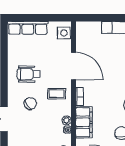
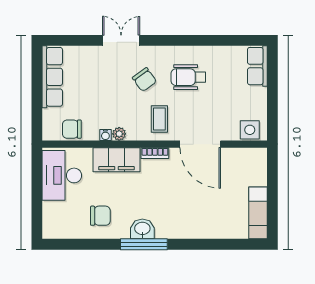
row of seats: (28, 28) -> (257, 66), width x0.68
door: (73, 66) -> (200, 144), hinge flipped
wheelchair: (29, 74) -> (188, 77), turned -90

